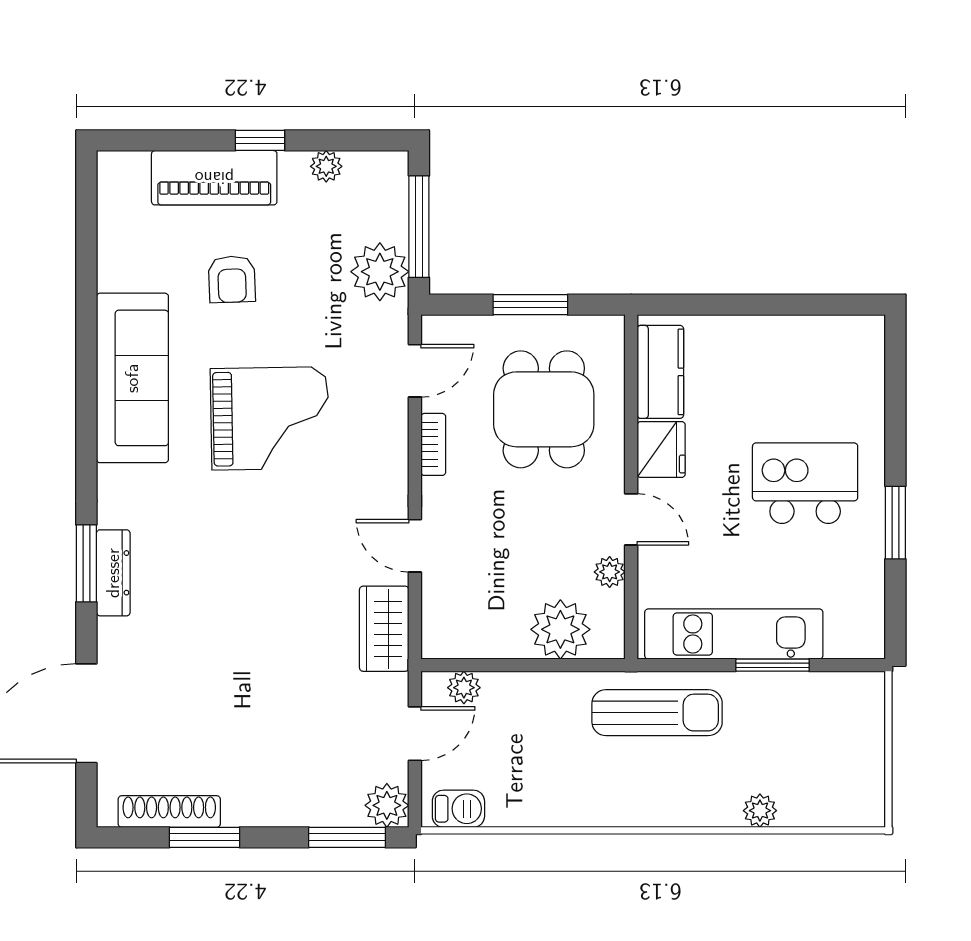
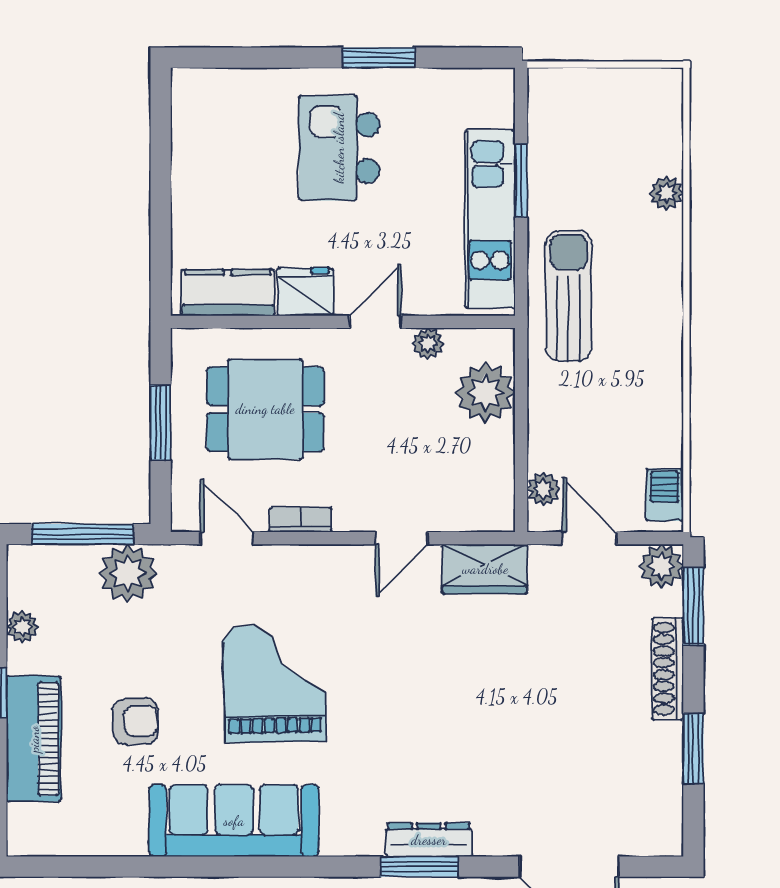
shoe rack: (169, 812) -> (668, 669), moved

